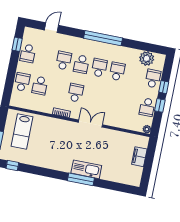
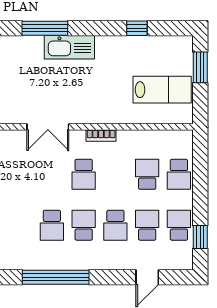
school desk: (117, 71) -> (147, 225), moved, turned 180
lab bench: (22, 132) -> (162, 90), turned 90
window: (12, 166) -> (137, 28), moved
kitchen sink: (86, 169) -> (69, 47), moved

